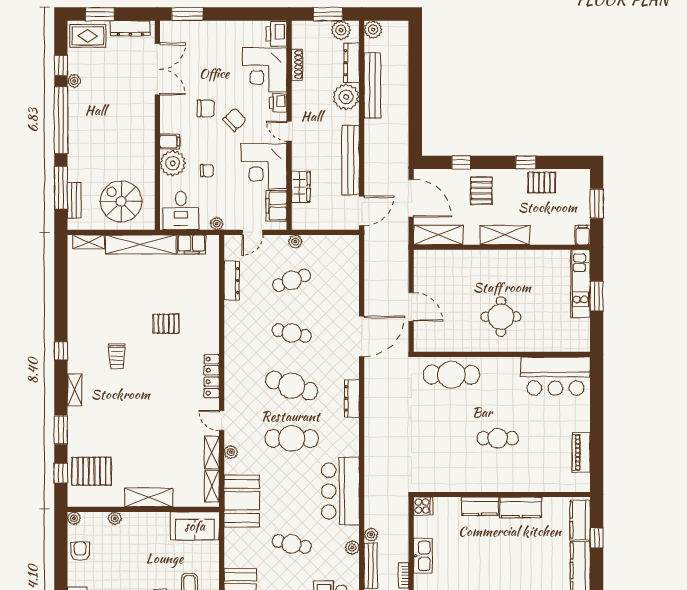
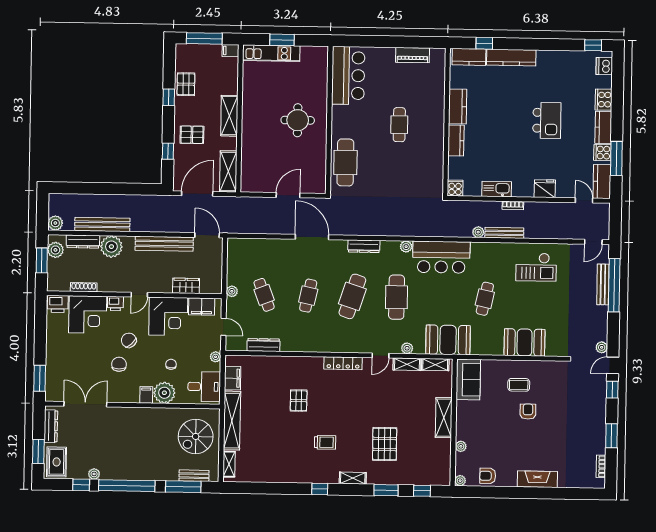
window: (597, 203) -> (204, 38), width x1.44
pallet: (92, 471) -> (385, 444), moved
plant: (352, 548) -> (406, 247), moved

